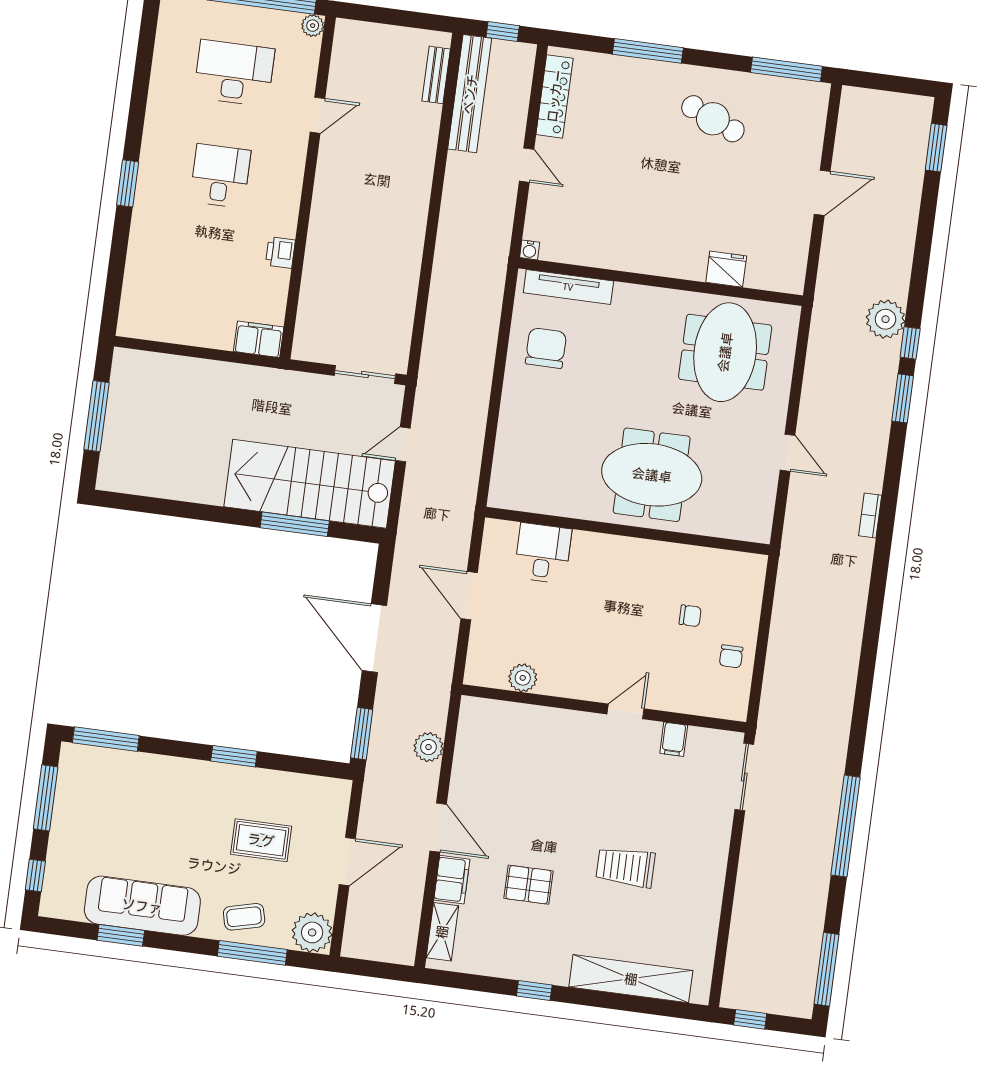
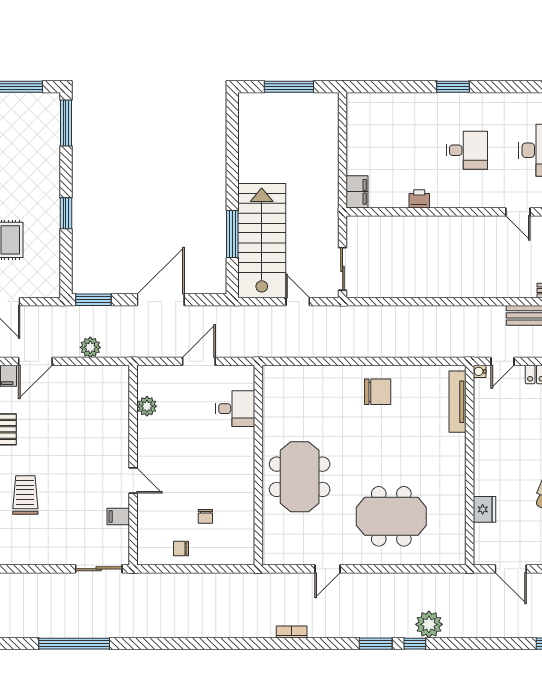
water cooler: (530, 250) -> (480, 371), moved
fridge: (726, 269) -> (484, 509), moved
wall: (661, 282) -> (470, 465), moved
tv unit: (568, 287) -> (458, 402), moved

